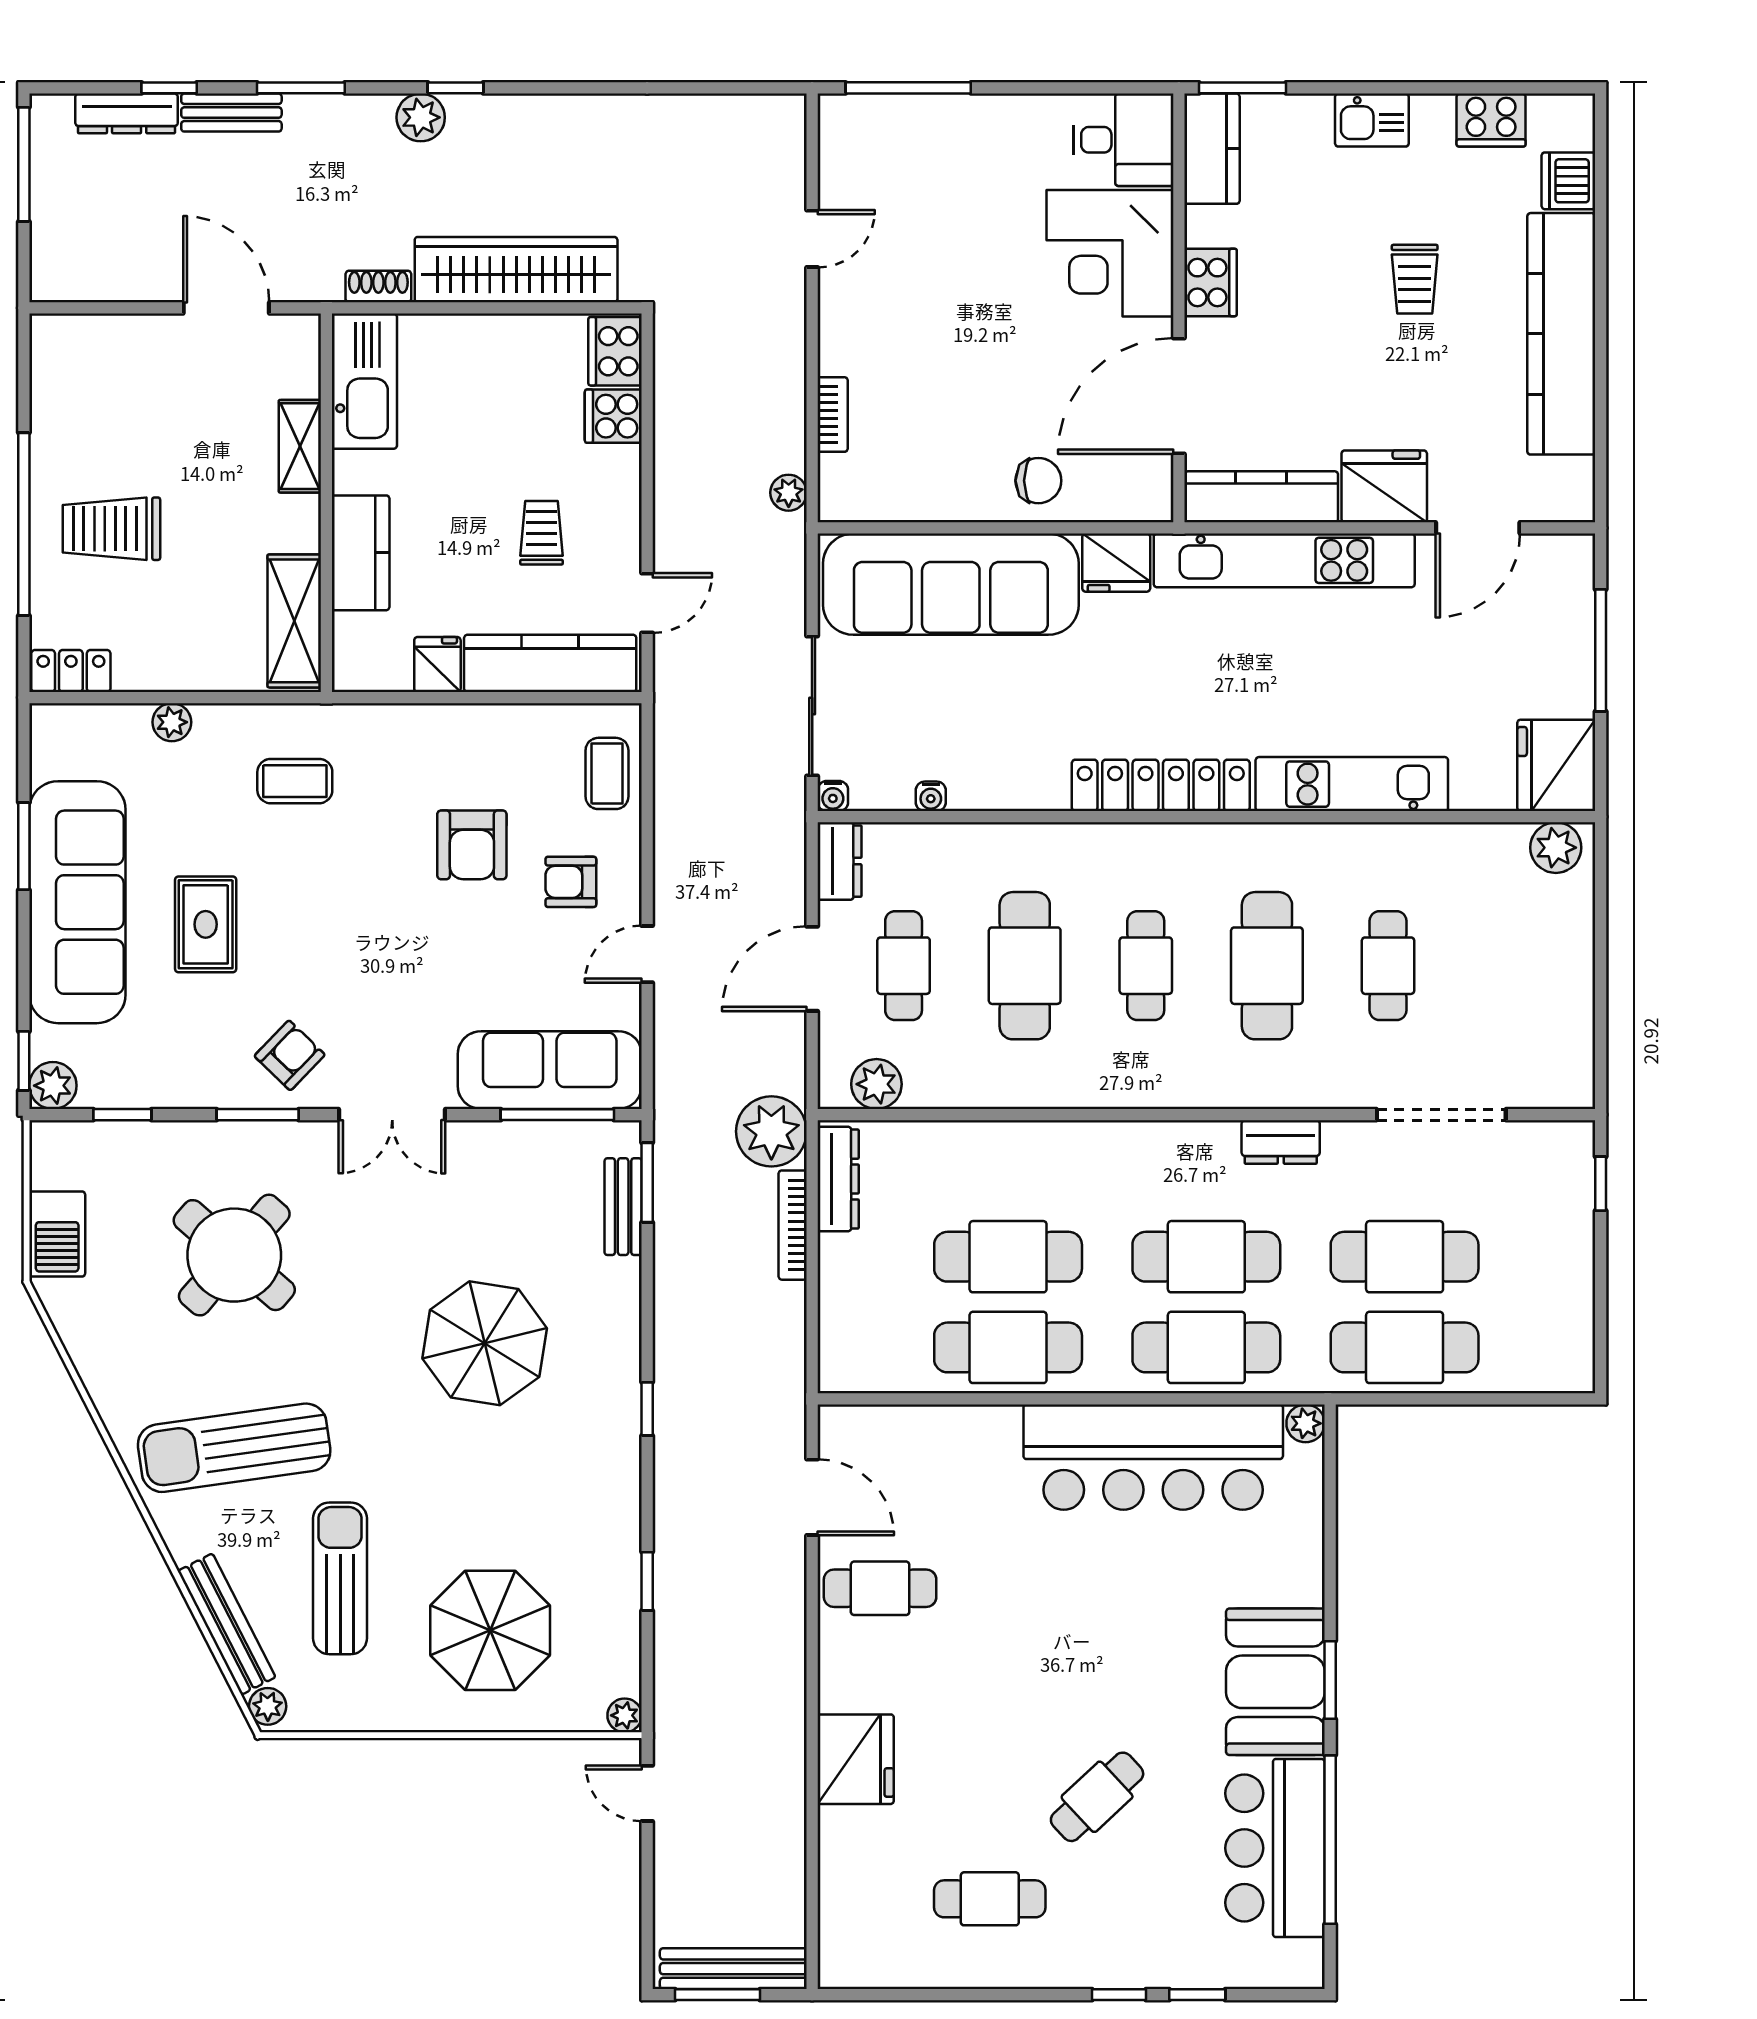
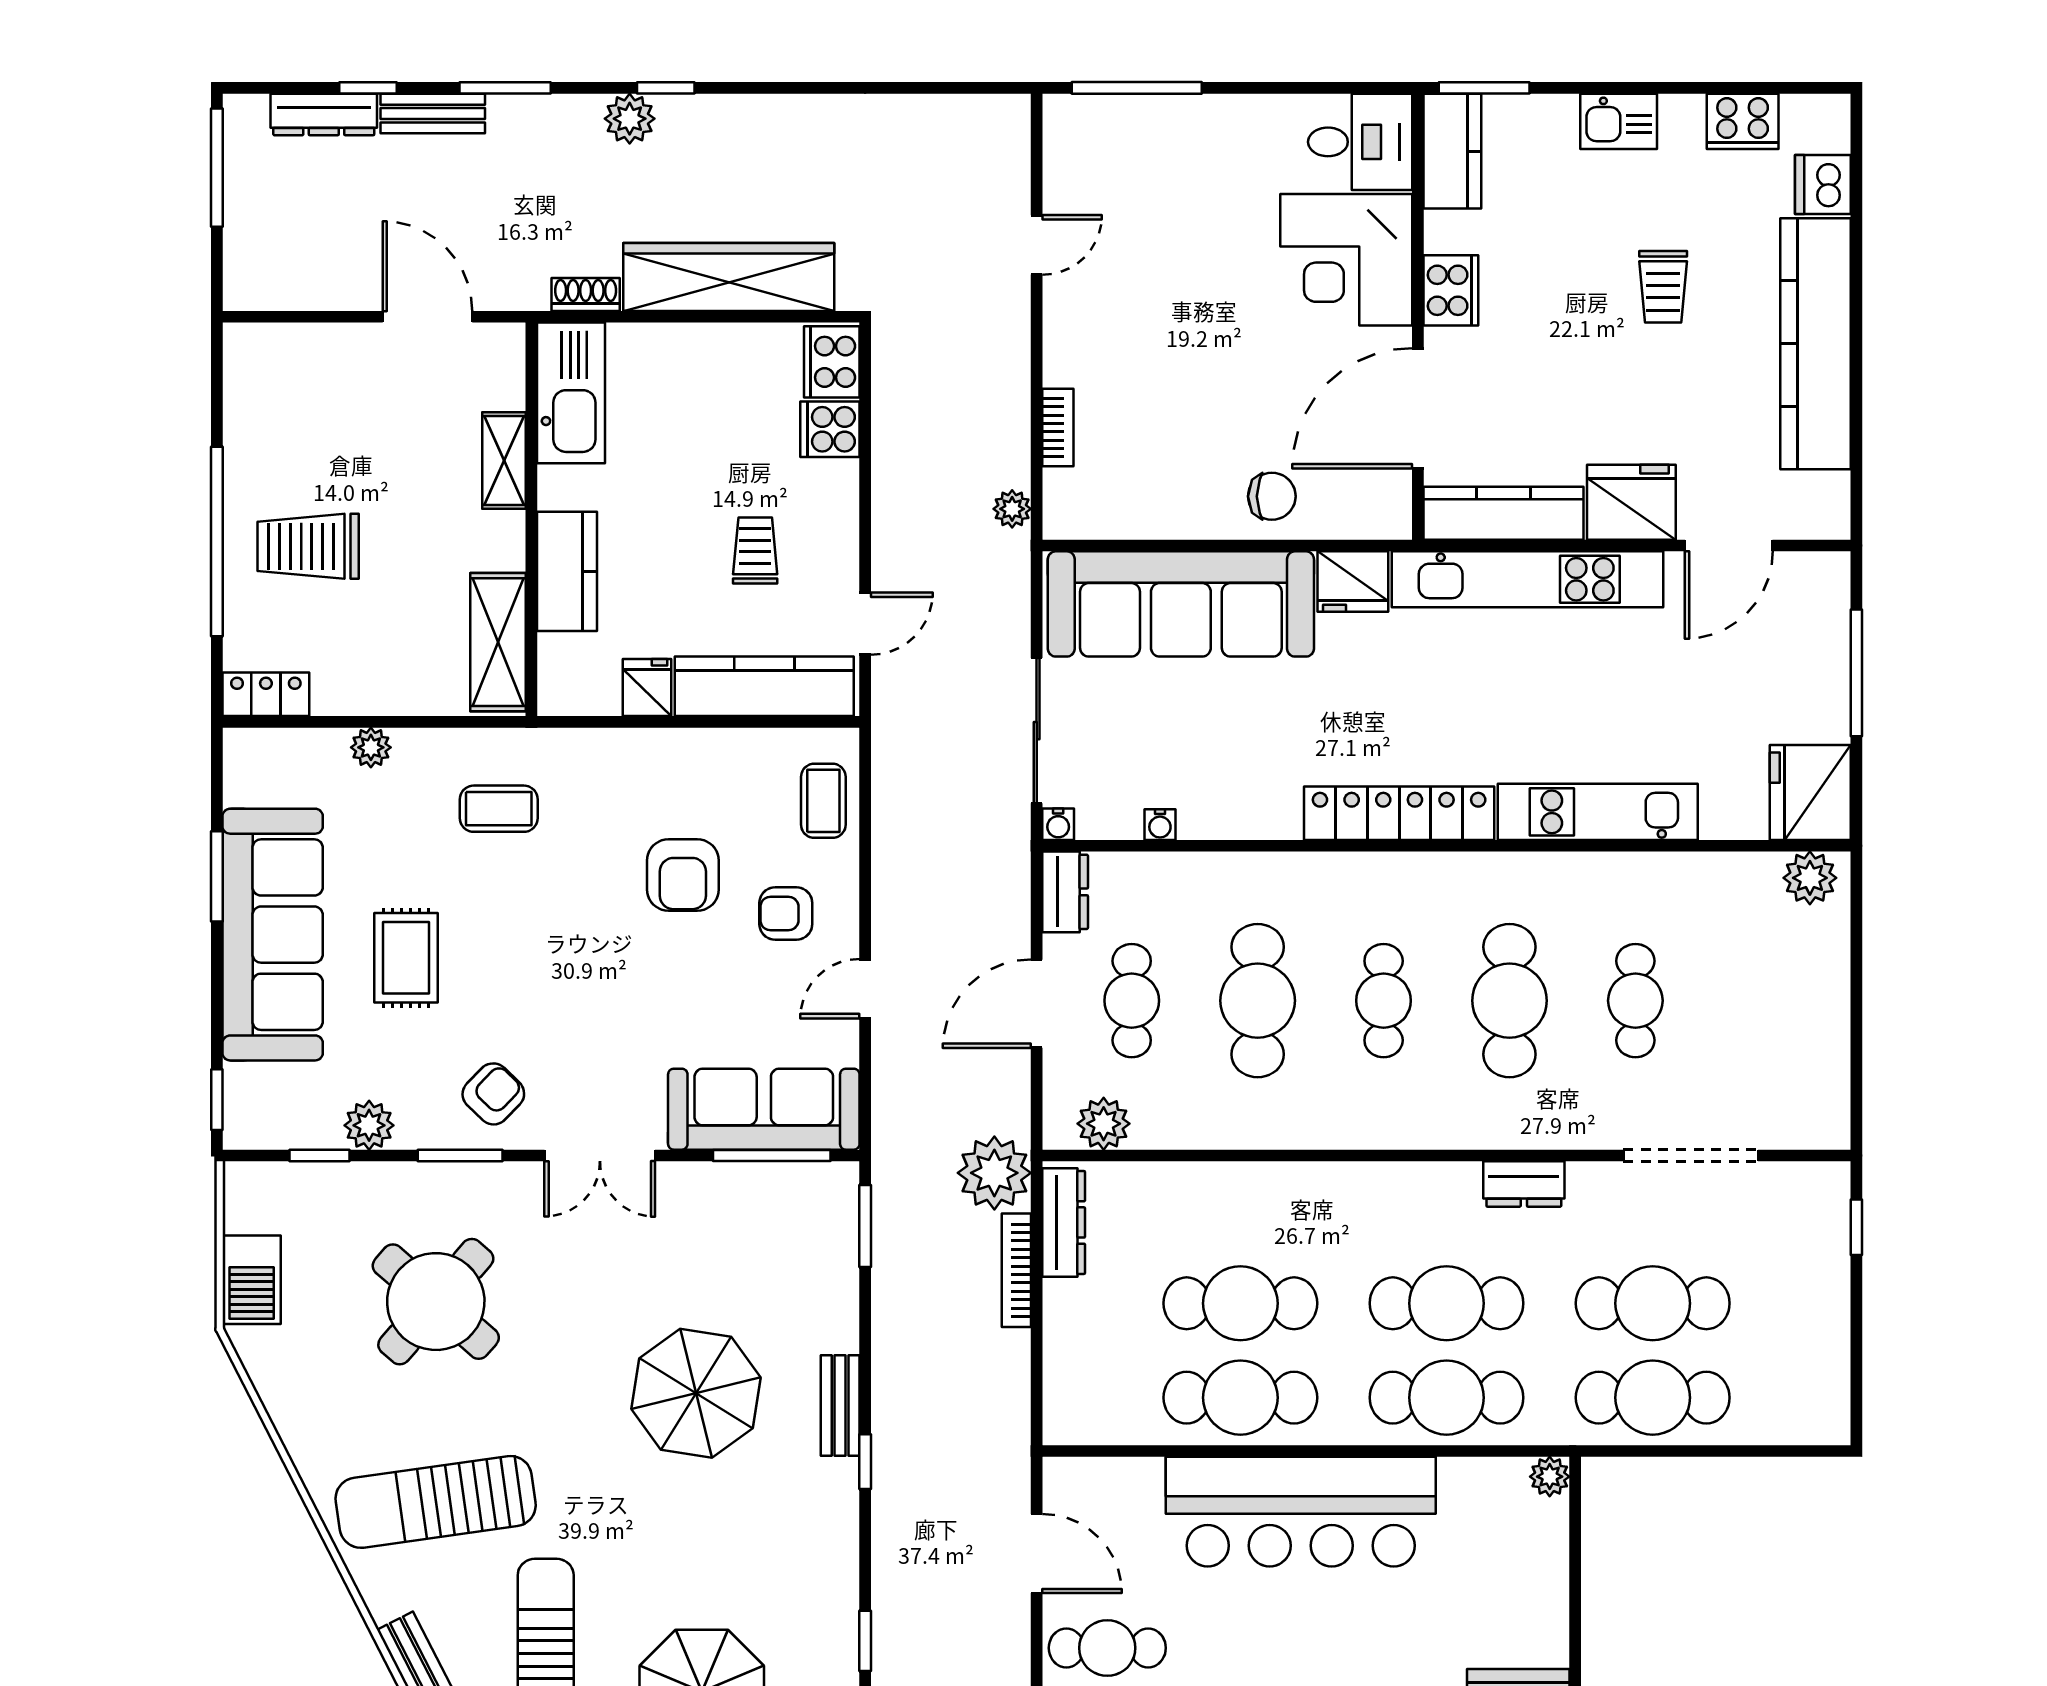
plant: (53, 1086) -> (369, 1125), moved
bench: (623, 1207) -> (840, 1405), moved
bar counter: (1153, 1457) -> (1301, 1512), moved

